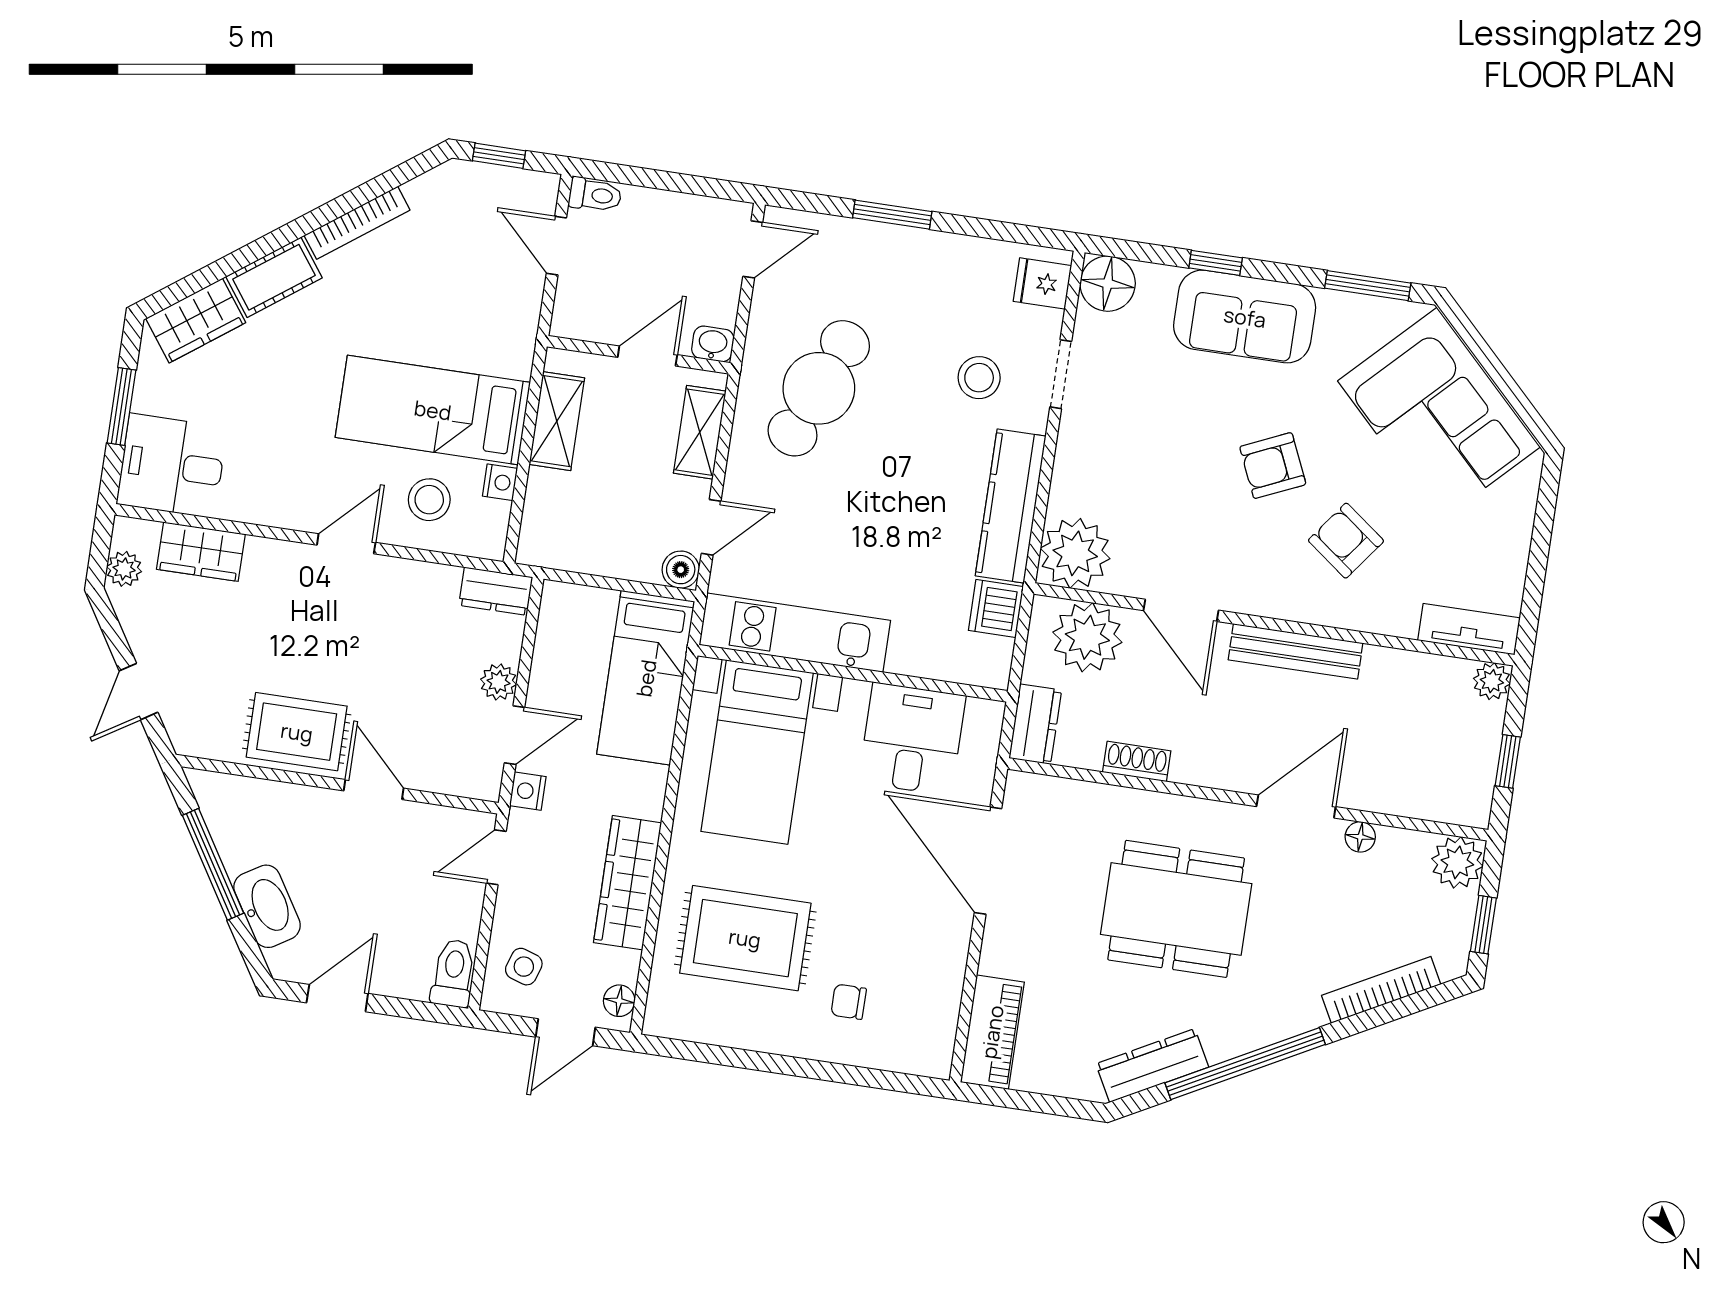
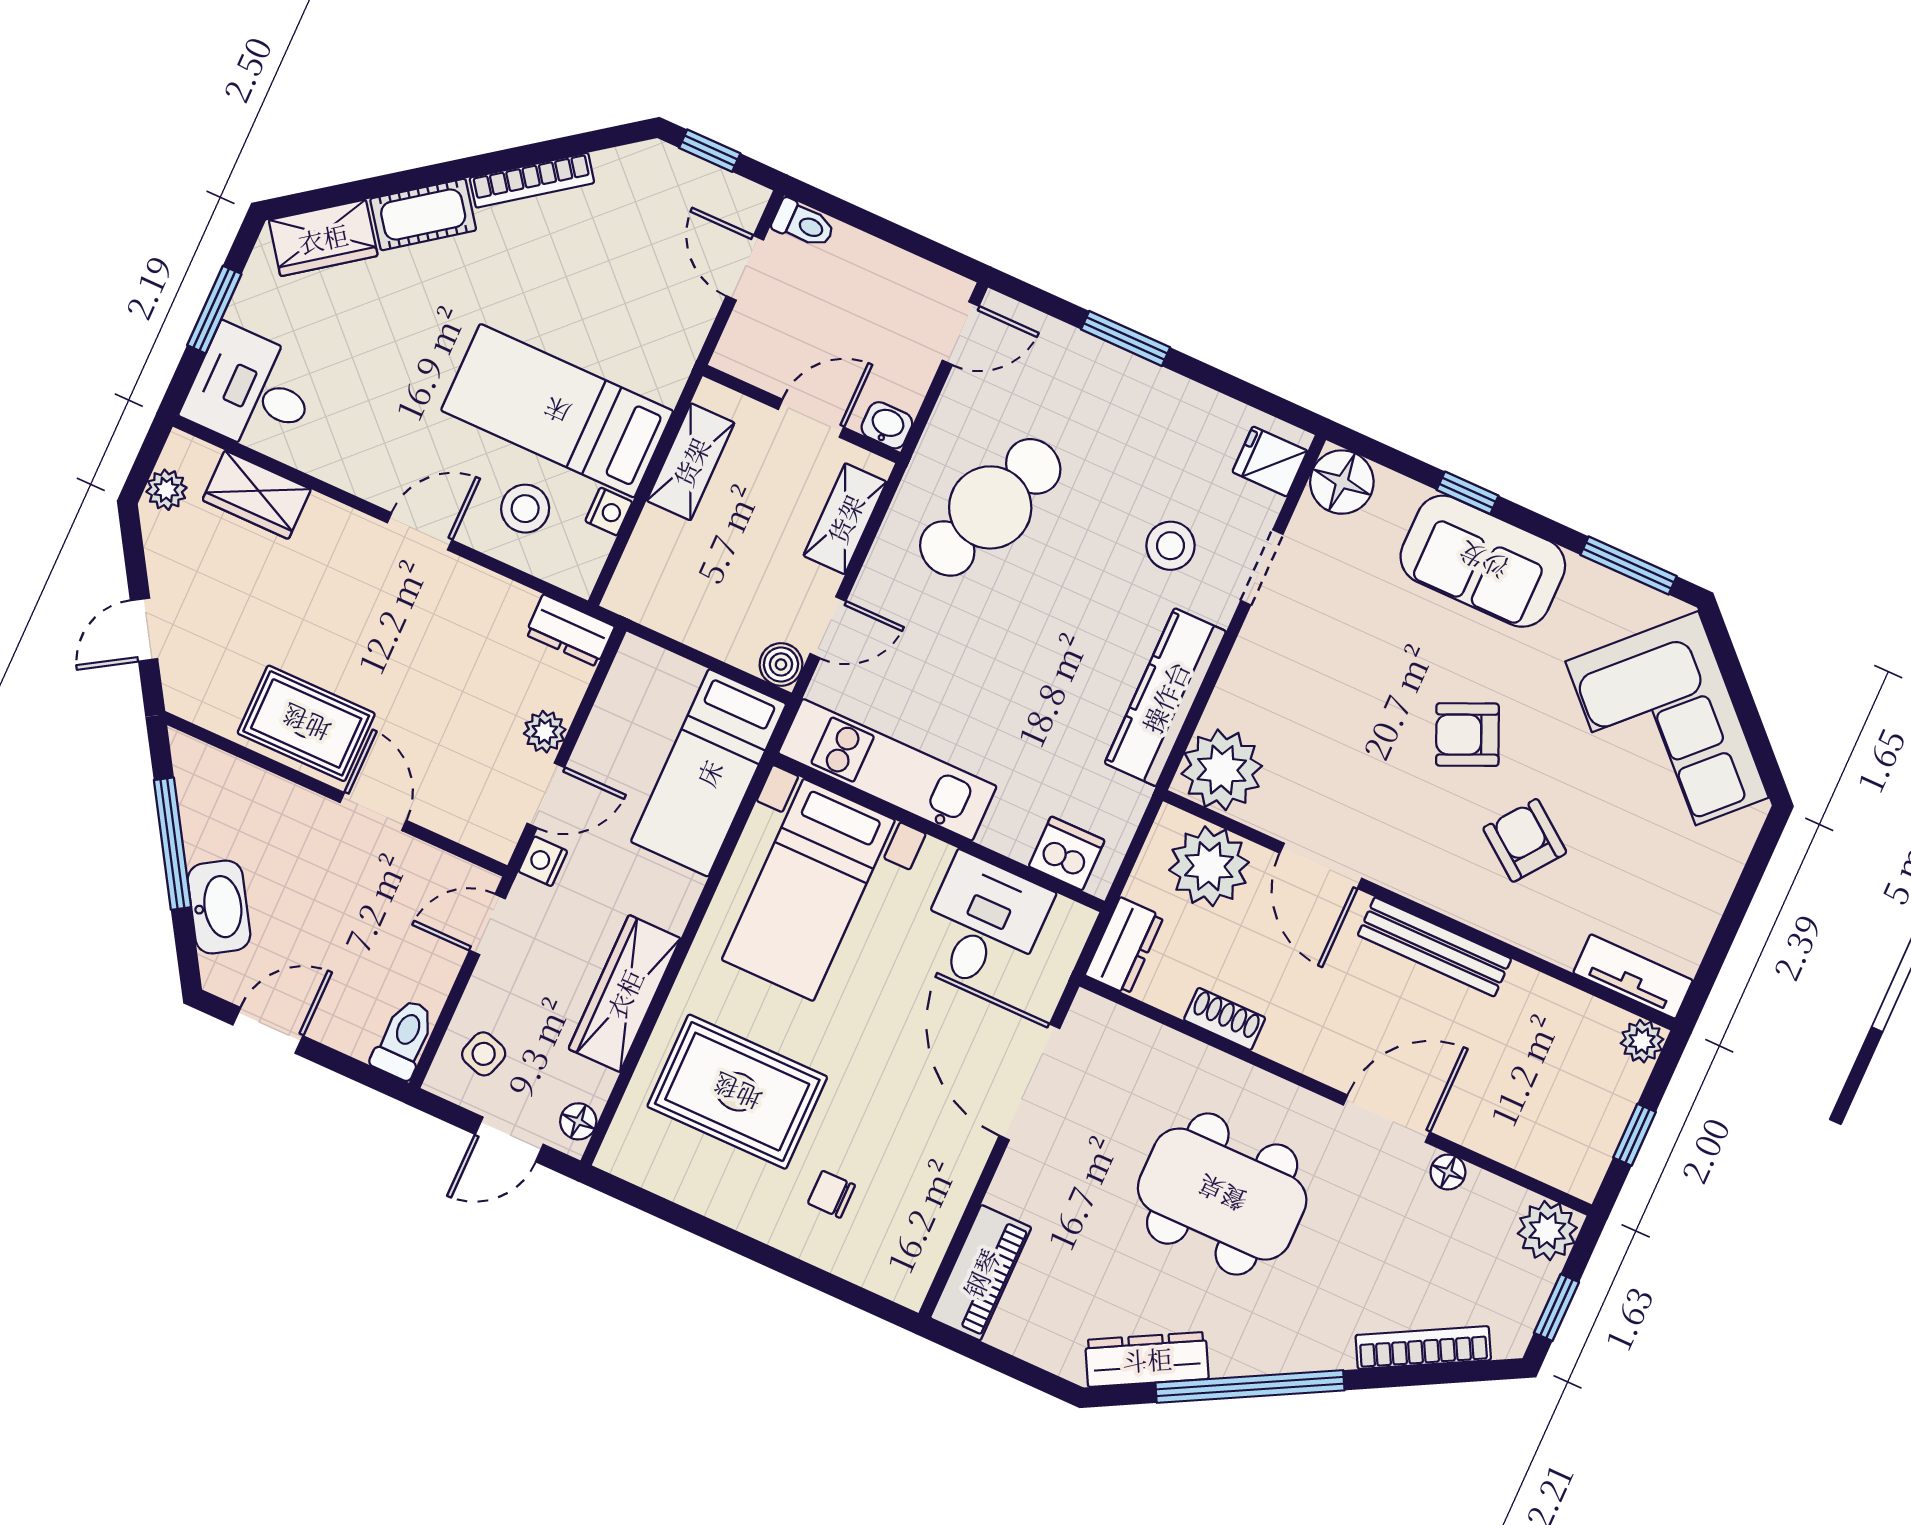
dishwasher: (996, 609) -> (1067, 853), moved, turned 90

